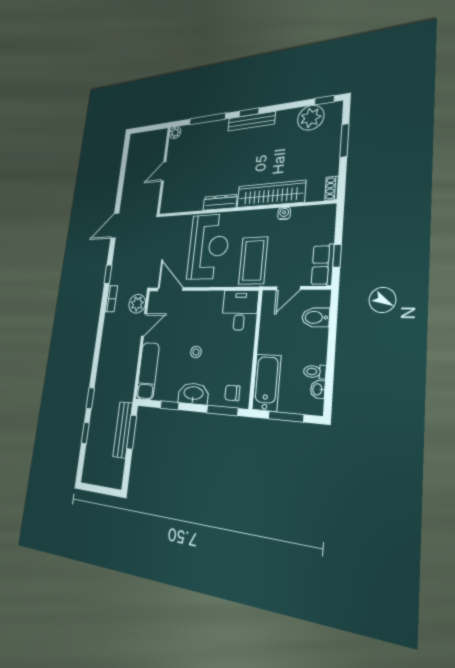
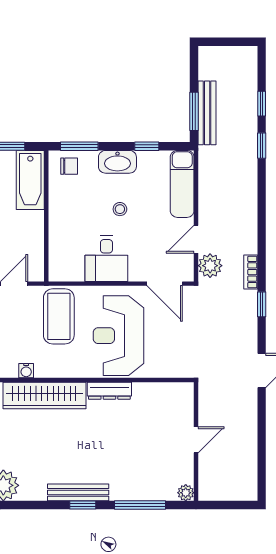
desk: (240, 310) -> (106, 259), moved

